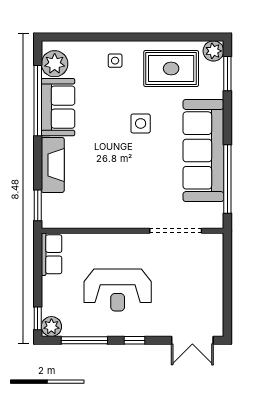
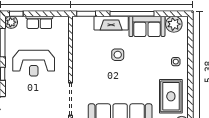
window: (38, 101) -> (132, 14), moved
side table: (141, 123) -> (118, 55), moved
row of seats: (52, 254) -> (39, 22), moved
reception desk: (118, 290) -> (34, 63), turned -90

